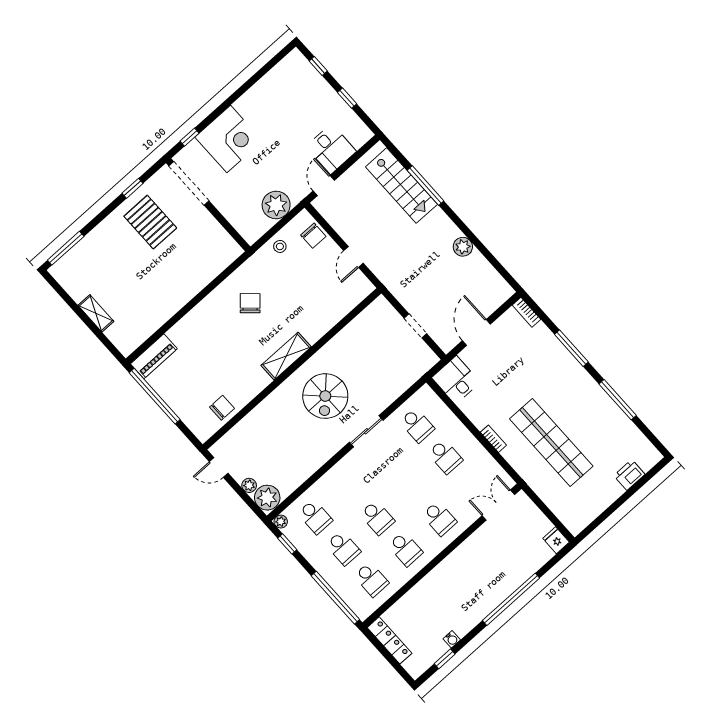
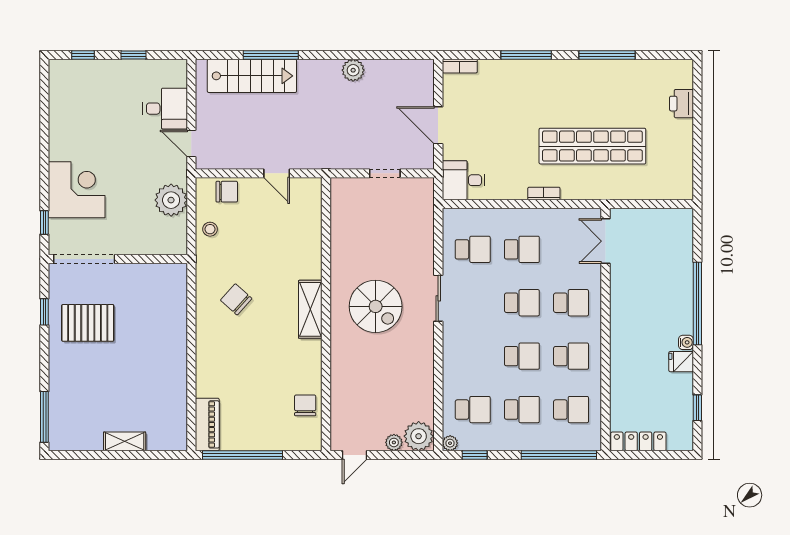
school desk: (411, 487) -> (522, 303), added
fridge: (556, 540) -> (681, 362), moved
water cooler: (452, 639) -> (686, 342), moved

